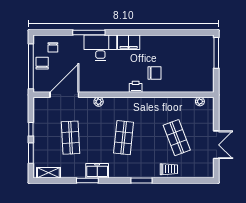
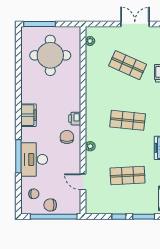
desk: (100, 48) -> (34, 159), moved
round table: (186, 63) -> (50, 55), added
chair: (155, 73) -> (67, 137), moved
printer: (136, 87) -> (75, 119), moved
door: (64, 95) -> (83, 182), width x0.53
shop shelf: (177, 138) -> (128, 65), turned 45

